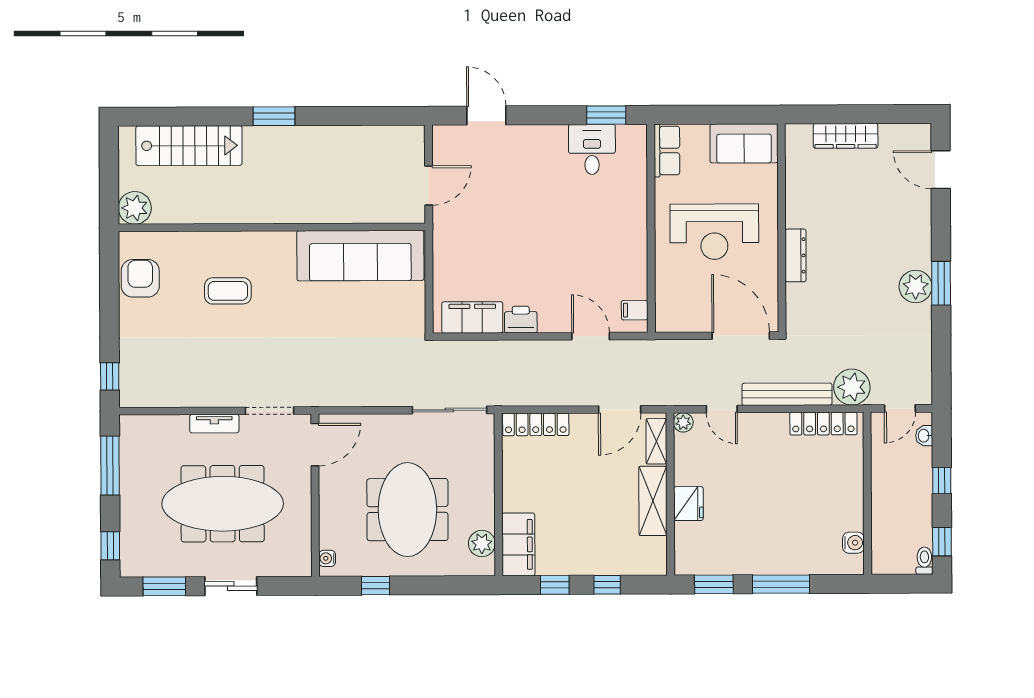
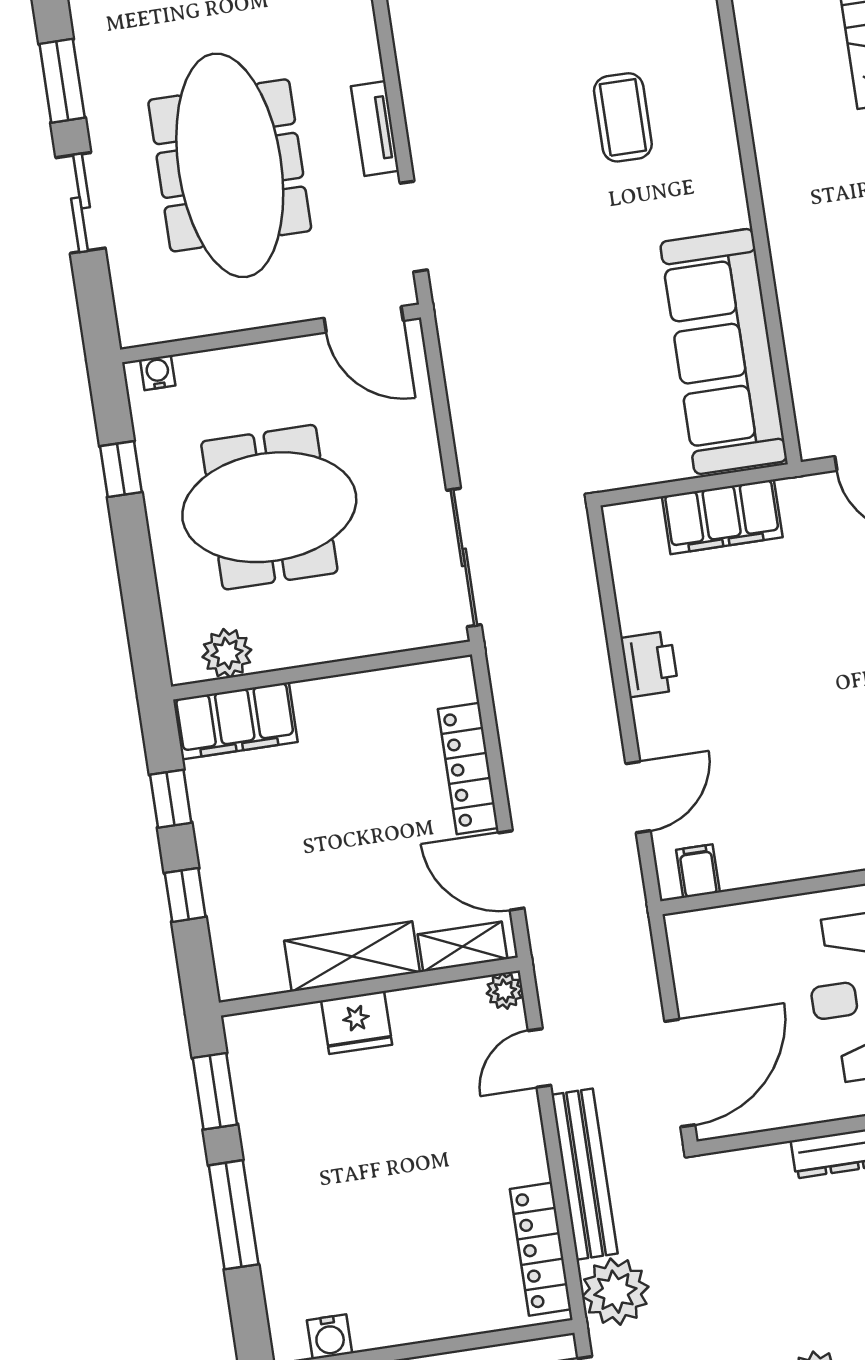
filing cabinet: (472, 317) -> (722, 517), moved, turned 90
locker: (536, 424) -> (468, 769), moved

